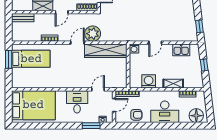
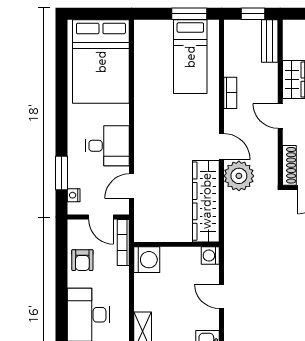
window: (9, 26) -> (253, 14), added
washing machine: (149, 81) -> (147, 260), moved
door: (98, 89) -> (131, 186), swing flipped

